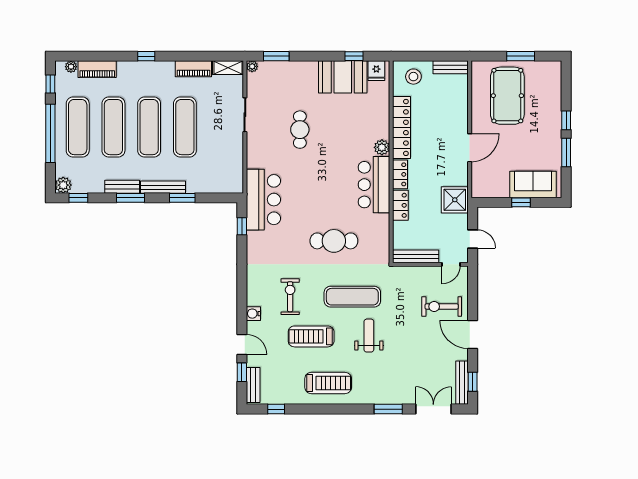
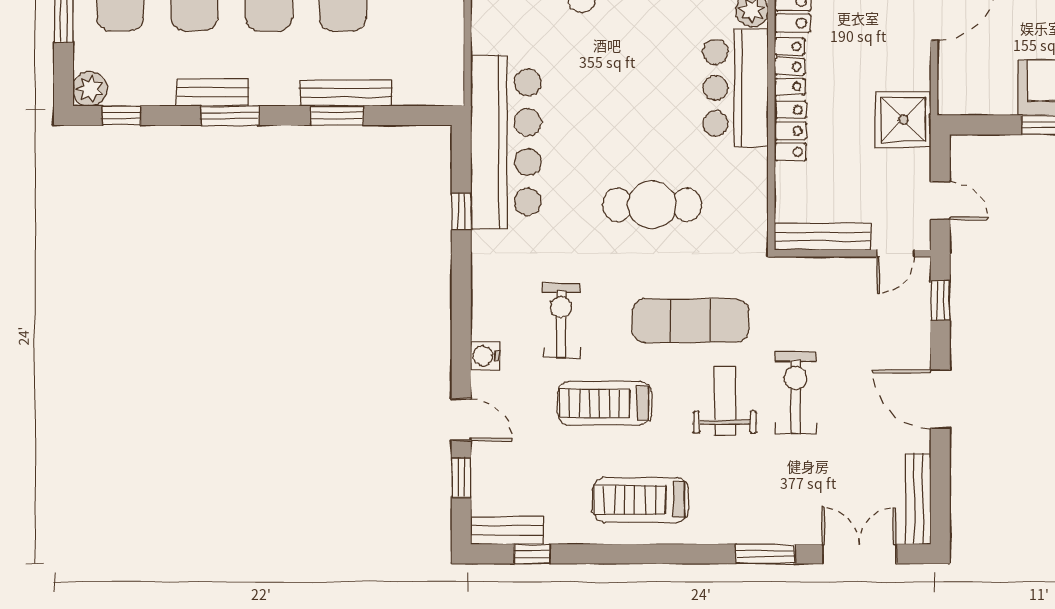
bench: (163, 187) -> (345, 93), moved
bar counter: (263, 200) -> (506, 142), width x1.36
window: (242, 226) -> (461, 211), moved
exercise bike: (442, 306) -> (796, 393), moved, turned 90
window: (473, 382) -> (940, 301), moved
treadmill: (328, 383) -> (640, 500), turned 180
bench: (253, 385) -> (507, 531), moved, turned 90

